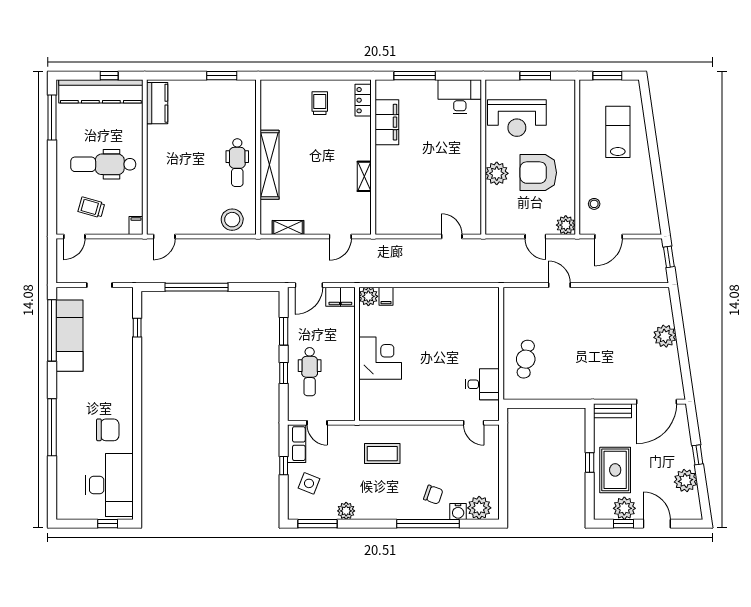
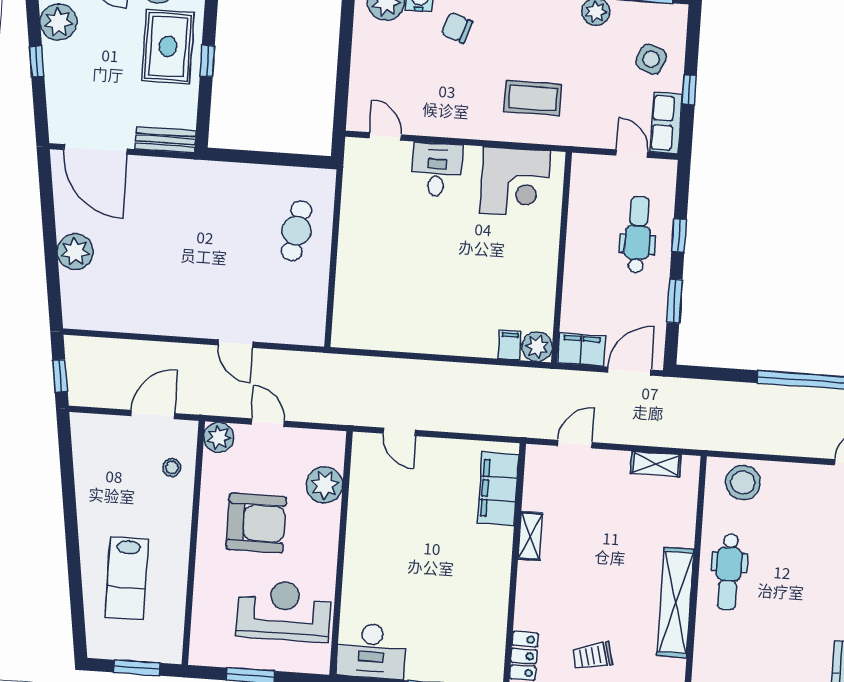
trolley: (320, 103) -> (592, 656), turned 76
filing cabinet: (387, 122) -> (498, 489), moved
dental chair: (237, 163) -> (729, 572), turned 180
shelving: (270, 165) -> (676, 602), moved
plant: (497, 173) -> (325, 485), moved
corner desk: (380, 358) -> (515, 182), moved, turned -90
desk: (482, 384) -> (437, 170), moved, turned 90
door: (656, 402) -> (96, 149), swing flipped

